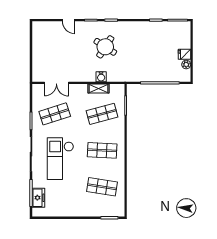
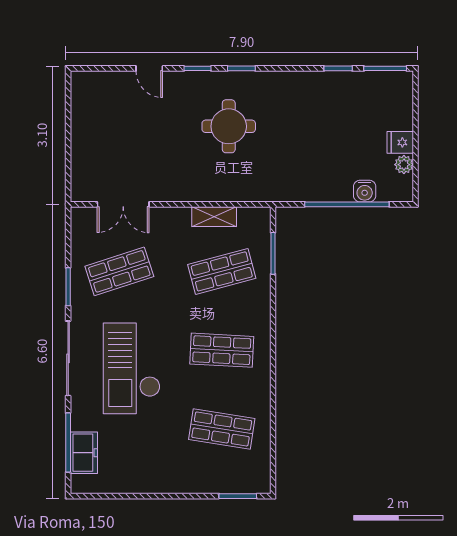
round table: (105, 47) -> (229, 126), turned -33
water cooler: (101, 77) -> (365, 191), moved

